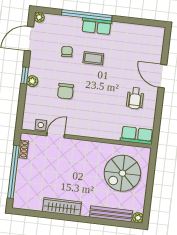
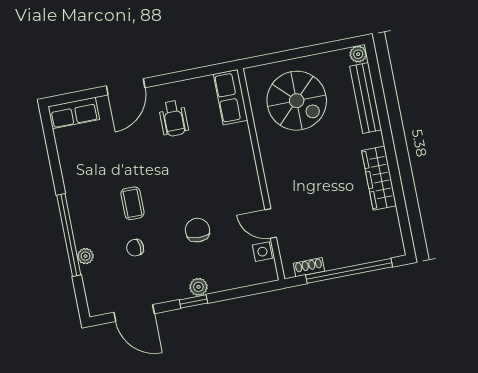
plant: (39, 17) -> (85, 256), moved
row of seats: (97, 26) -> (74, 113), moved, turned 90
chair: (66, 91) -> (197, 230), turned -87
wheelchair: (135, 98) -> (174, 118), turned 90

